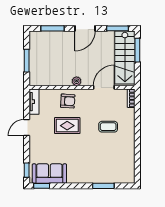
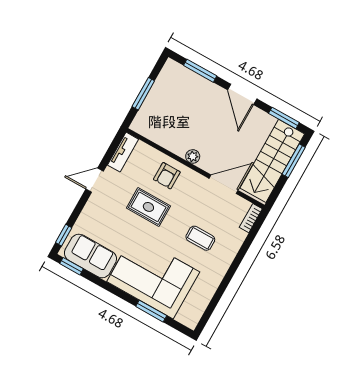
door: (85, 28) -> (242, 94), hinge flipped
armchair: (68, 101) -> (167, 176), turned 86
corner sofa: (93, 165) -> (153, 277), added

